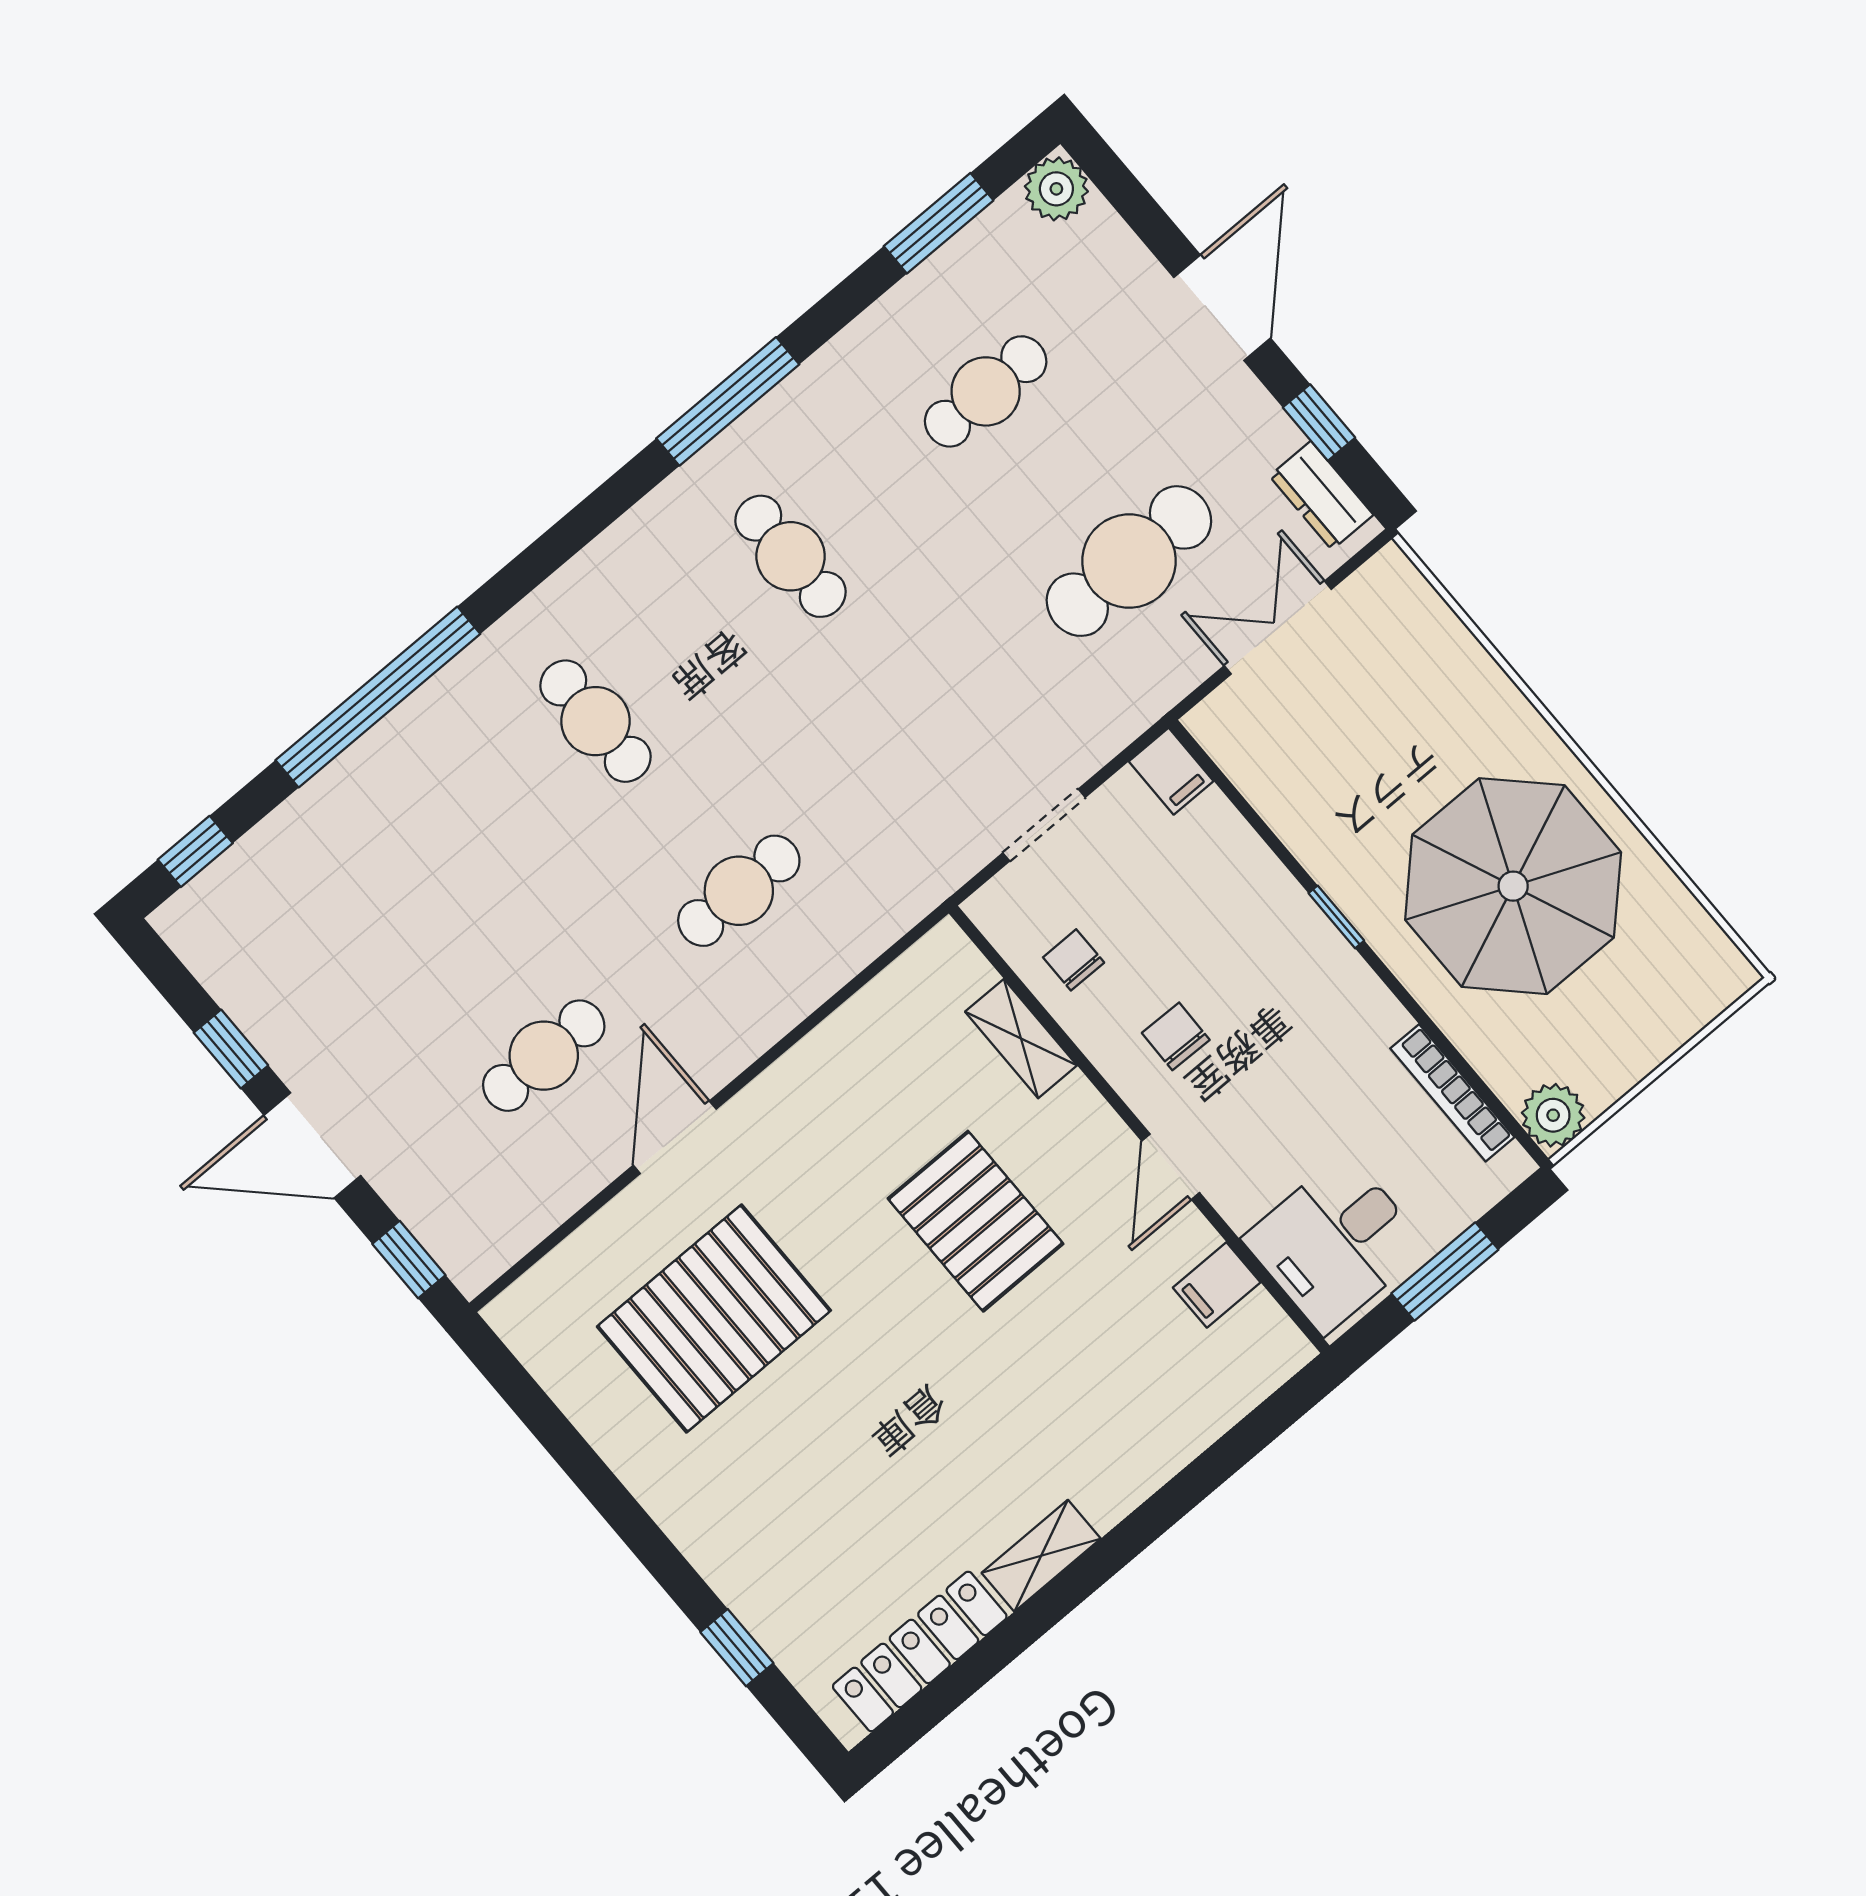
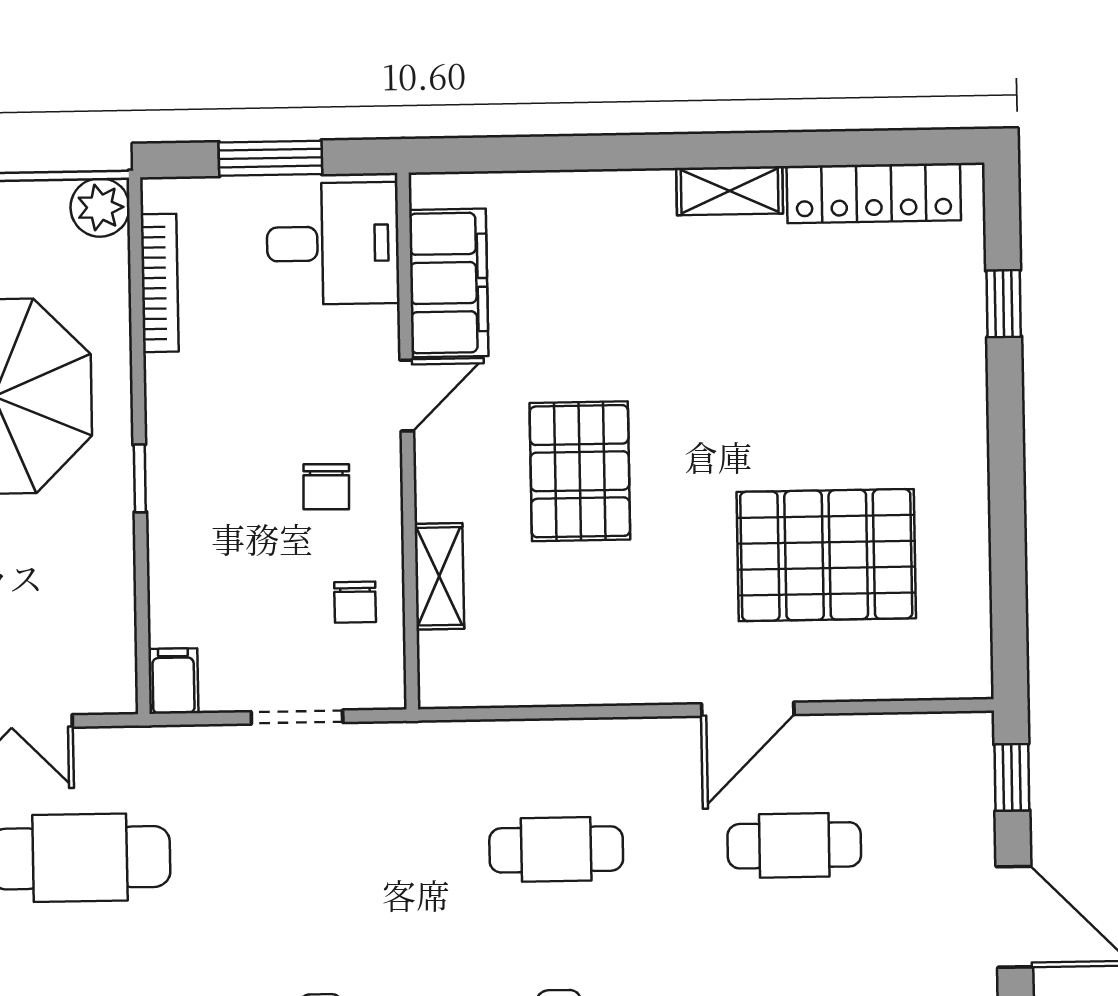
filing cabinet: (1217, 1285) -> (449, 283), width x3.00, depth x1.17

